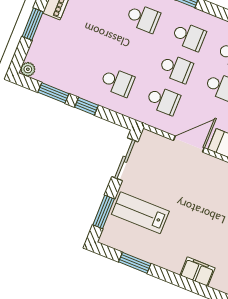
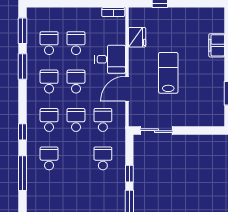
door: (189, 144) -> (127, 89), hinge flipped
window: (104, 212) -> (201, 131), removed
lab bench: (140, 213) -> (168, 73), moved, turned 180

